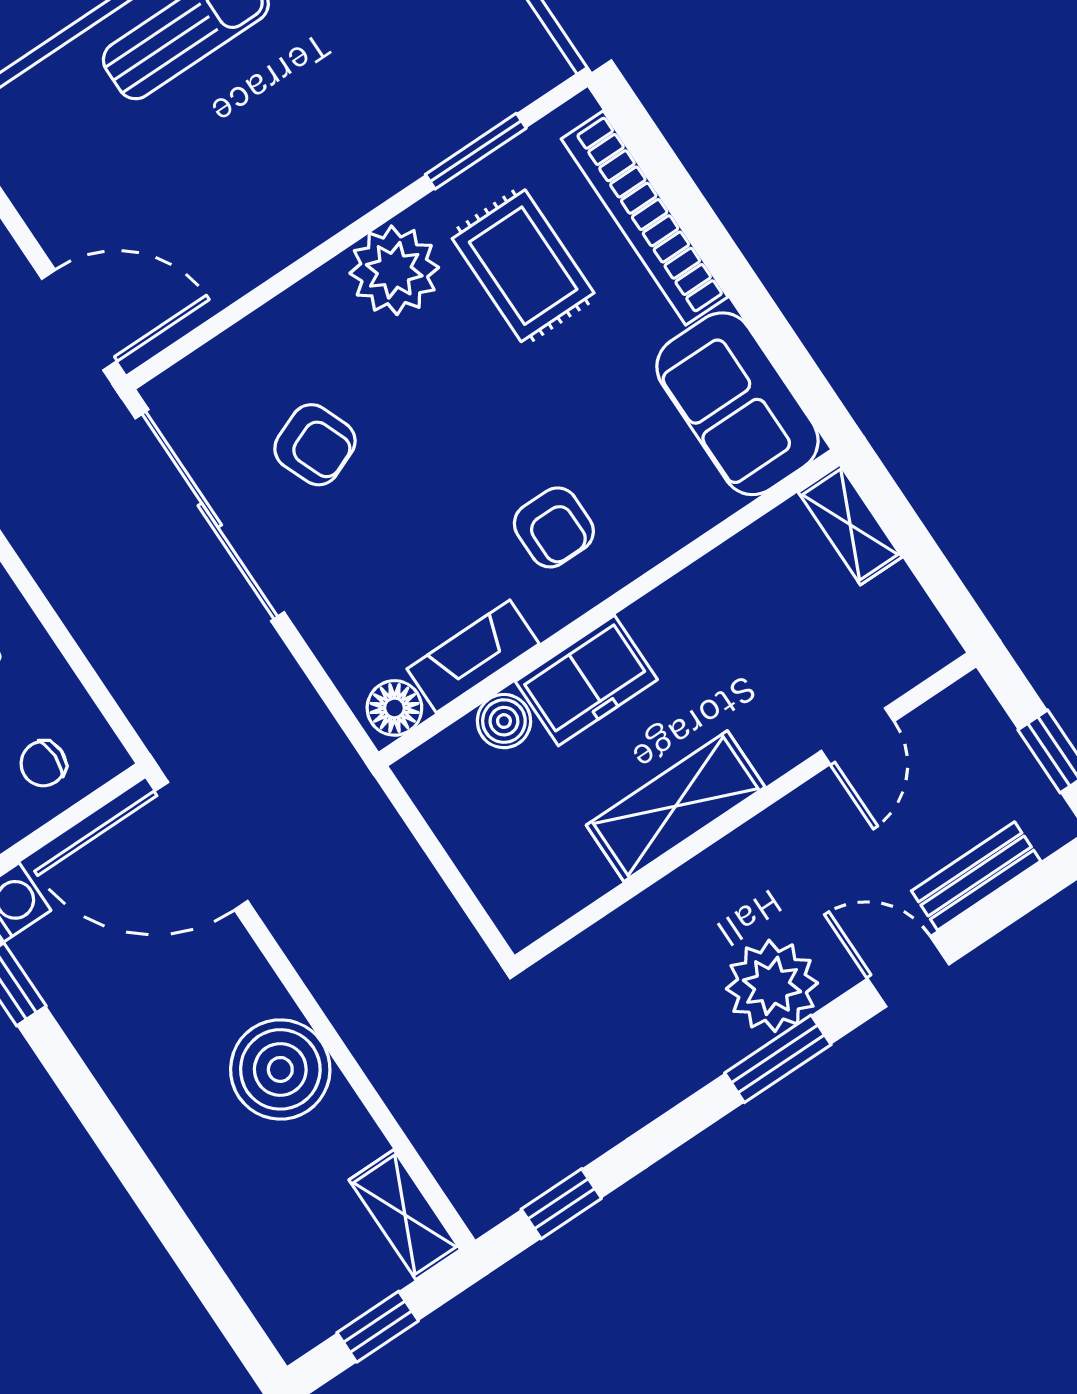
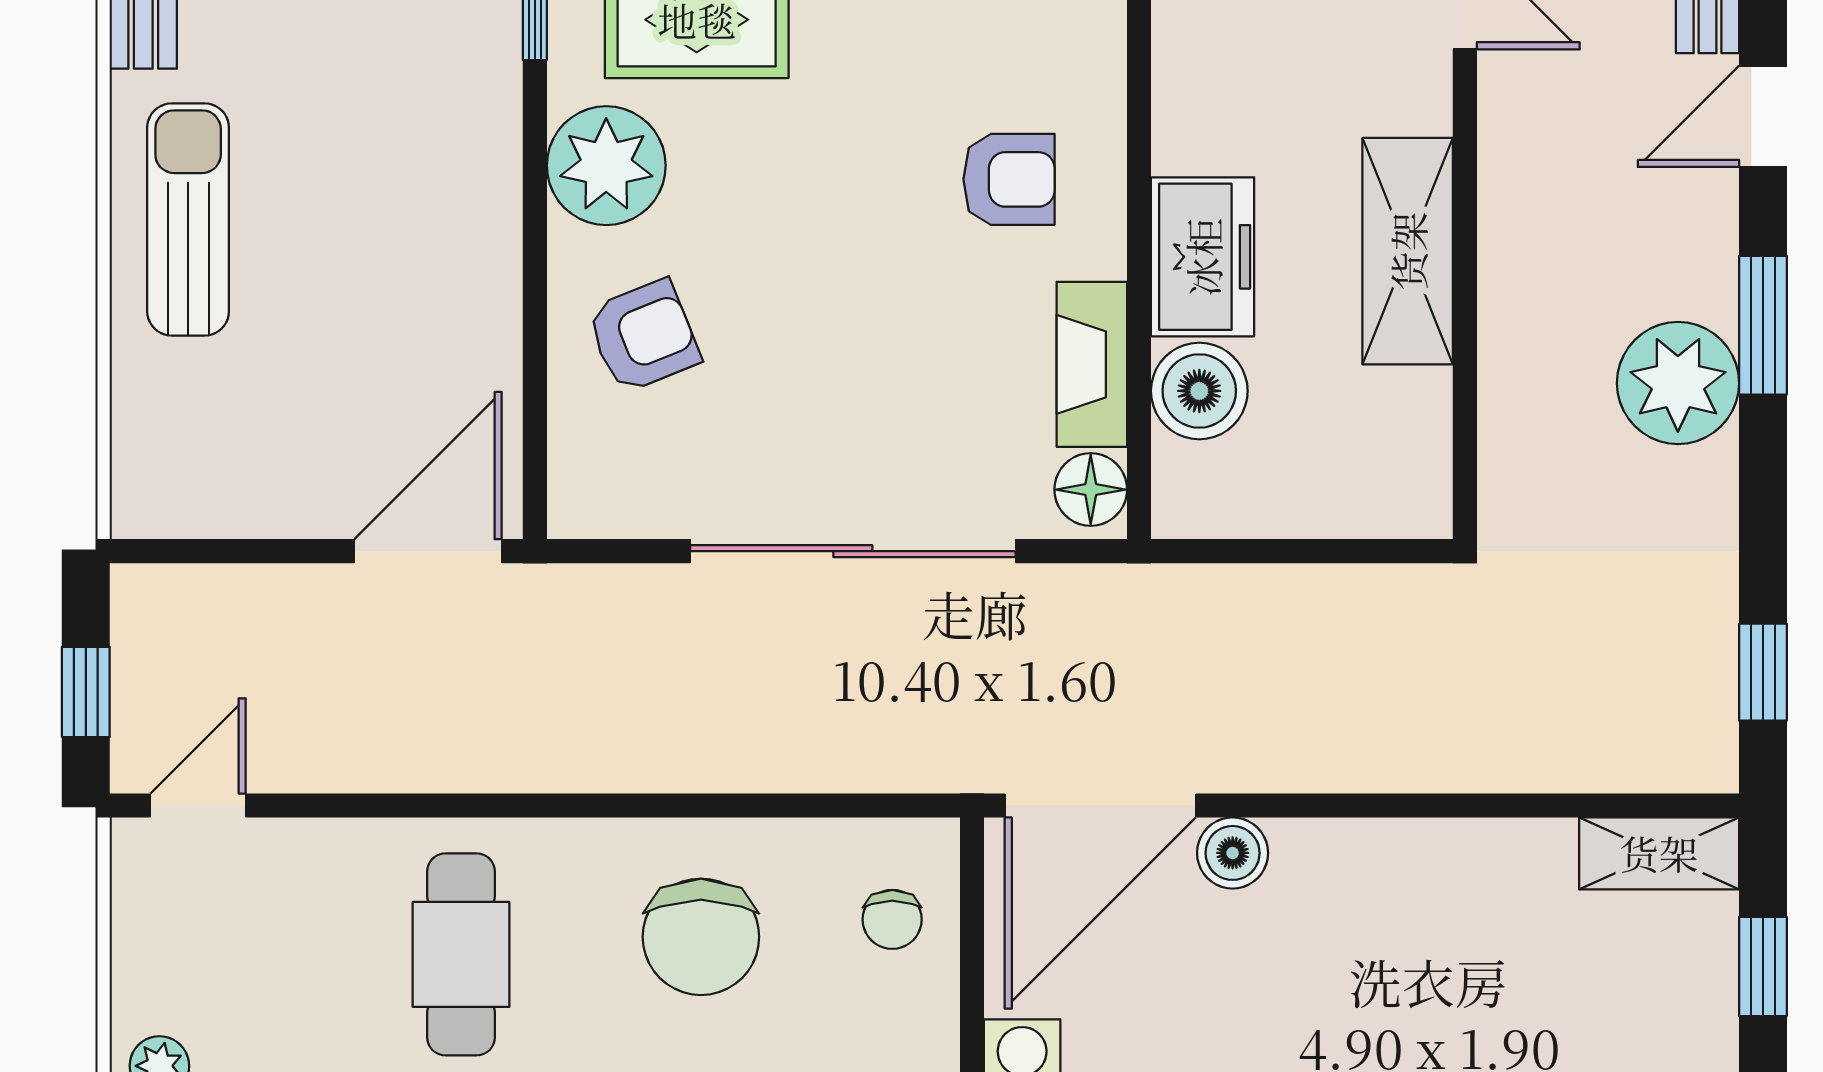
armchair: (315, 445) -> (643, 336), moved
sliding door: (210, 515) -> (853, 551), moved
boiler: (504, 721) -> (1199, 391), width x1.36, depth x1.36
plant: (772, 986) -> (1678, 383), moved
boiler: (280, 1069) -> (1233, 853), moved, width x0.54, depth x0.54

